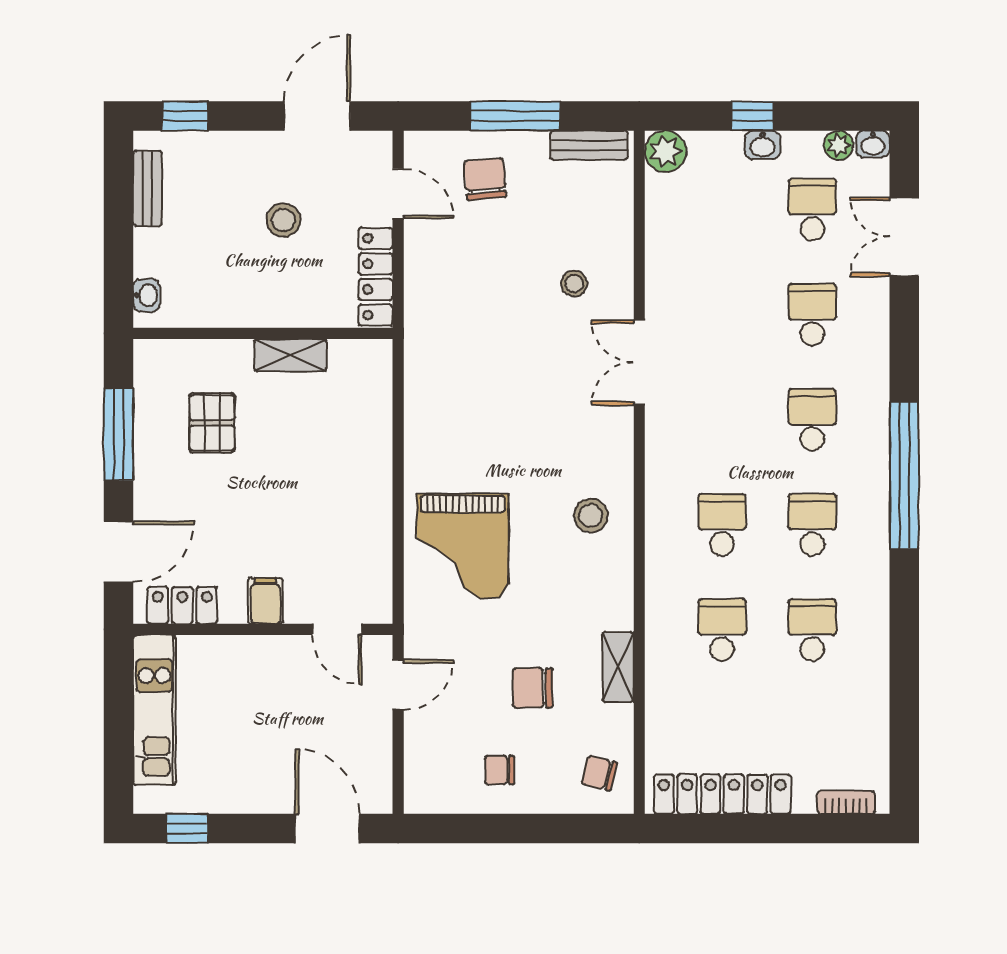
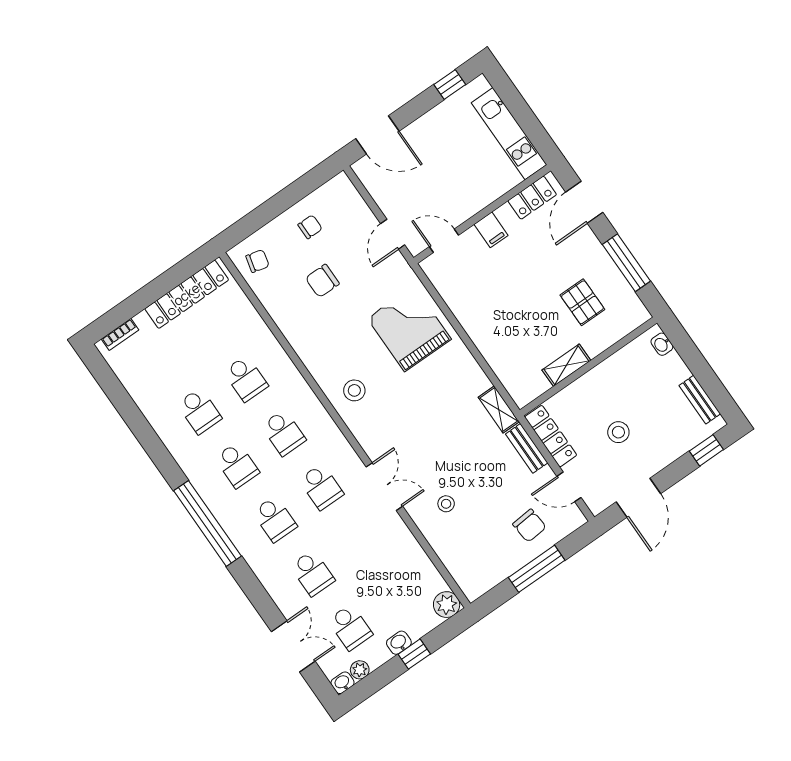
bench: (589, 145) -> (527, 448), moved, turned 90
school desk: (722, 420) -> (321, 487), added
shelving: (618, 667) -> (499, 409), moved
chair: (533, 688) -> (322, 281), turned 180

